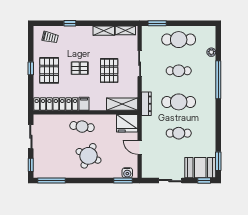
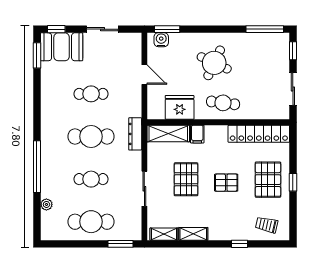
filing cabinet: (84, 104) -> (197, 134), moved
fridge: (127, 123) -> (180, 107), moved

